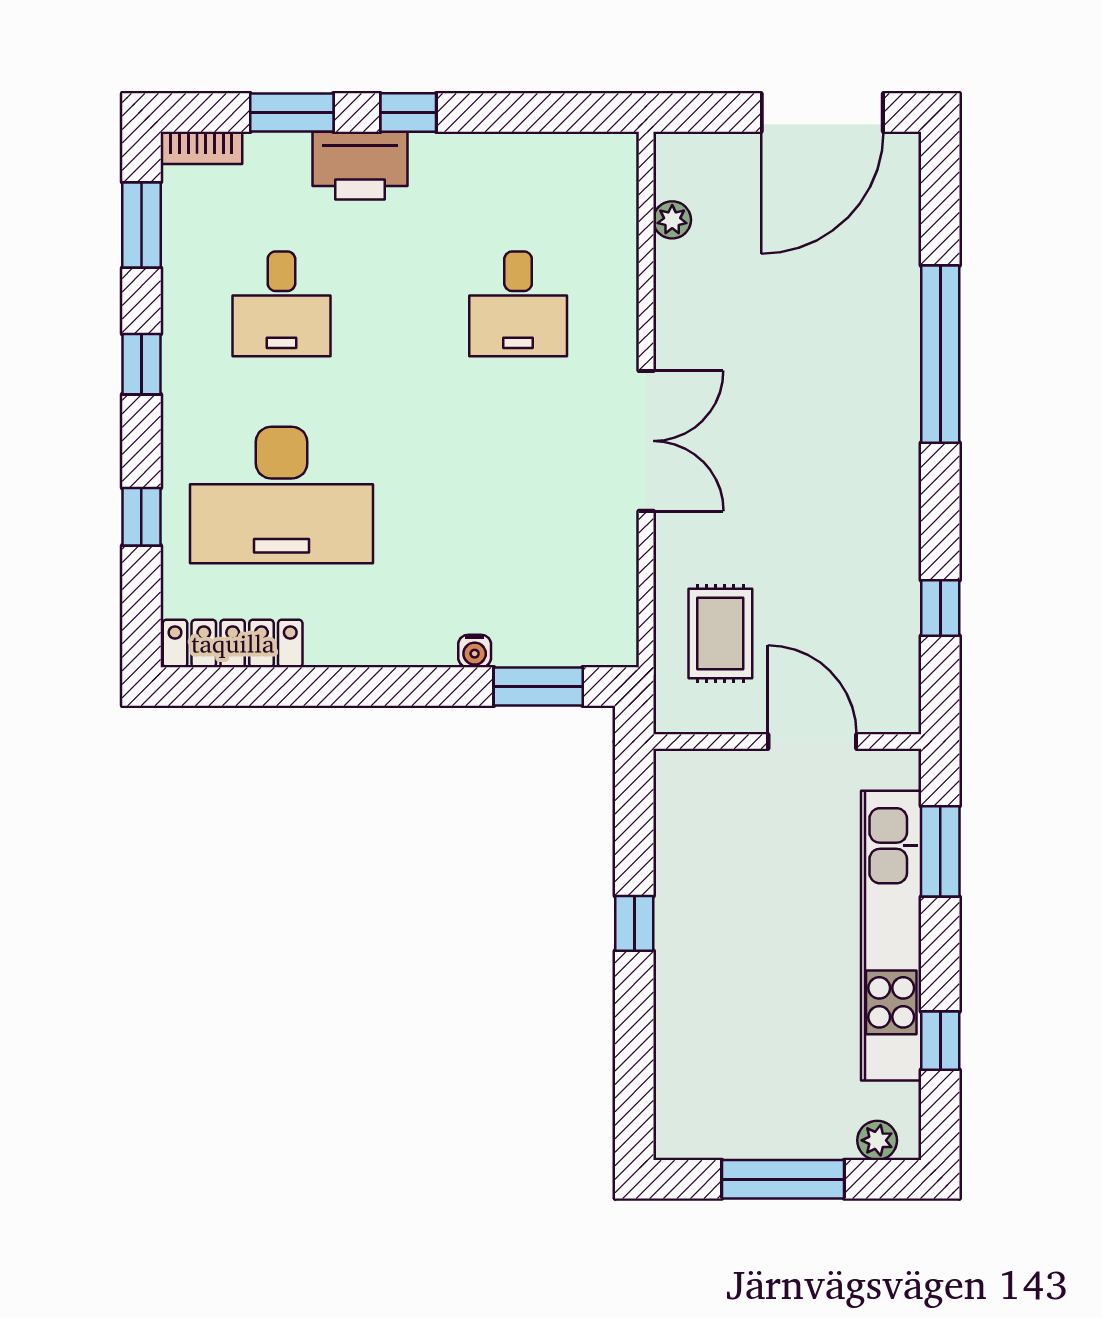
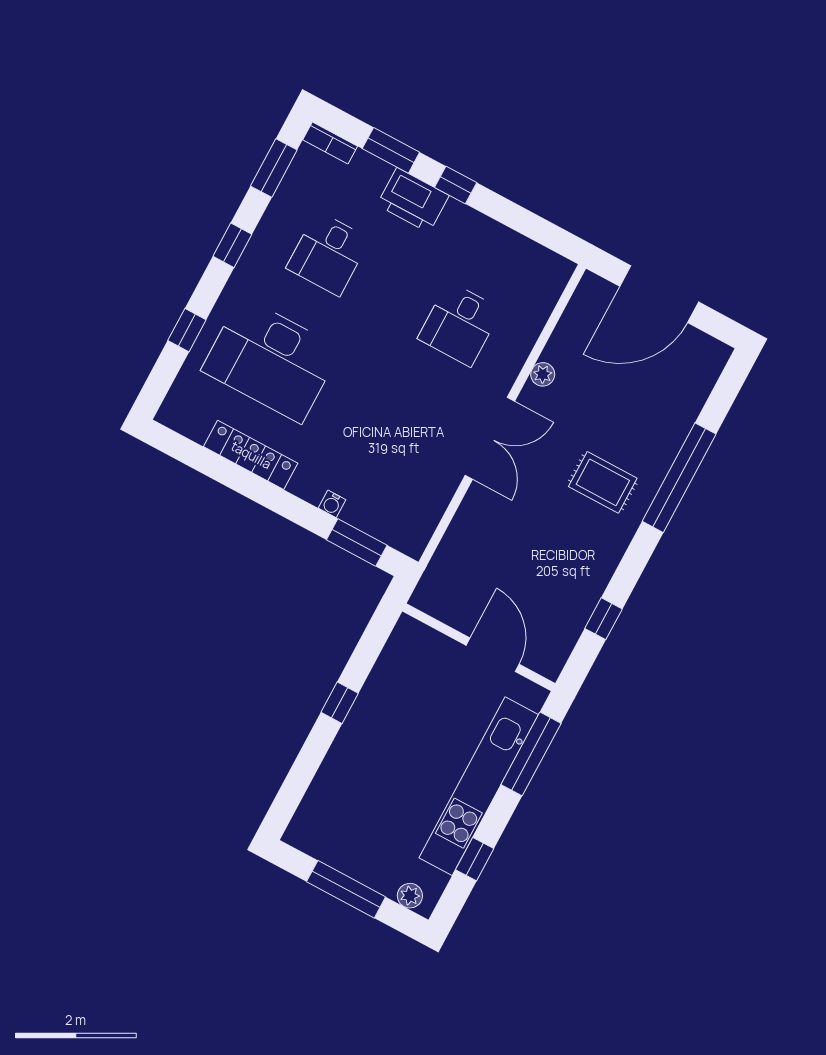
door: (822, 112) -> (659, 294), moved
plant: (672, 220) -> (543, 374), moved
rug: (720, 633) -> (603, 482), moved, turned 90
locker: (233, 643) -> (251, 455), moved
window: (940, 851) -> (531, 754), width x1.44

